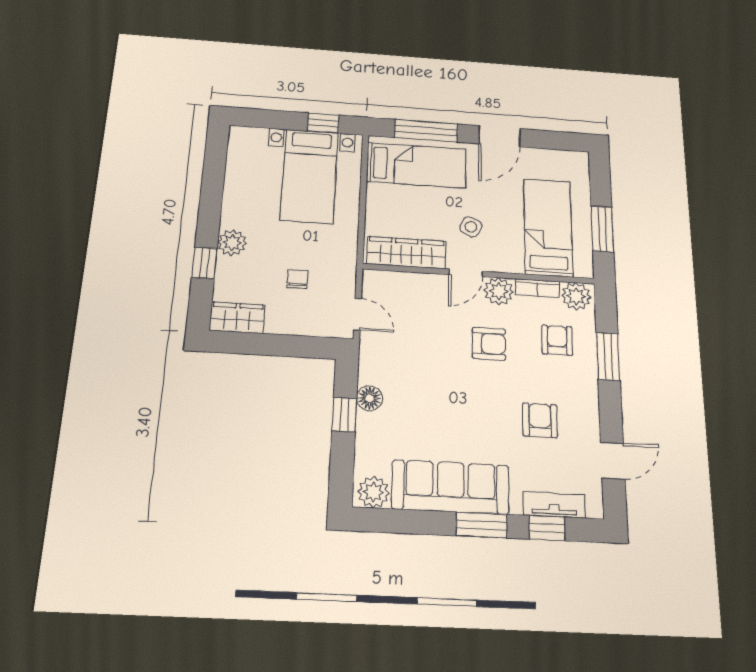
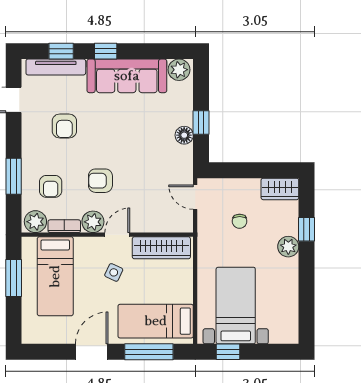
tv unit: (554, 505) -> (56, 67), width x1.41
window: (482, 525) -> (106, 51), width x0.67

